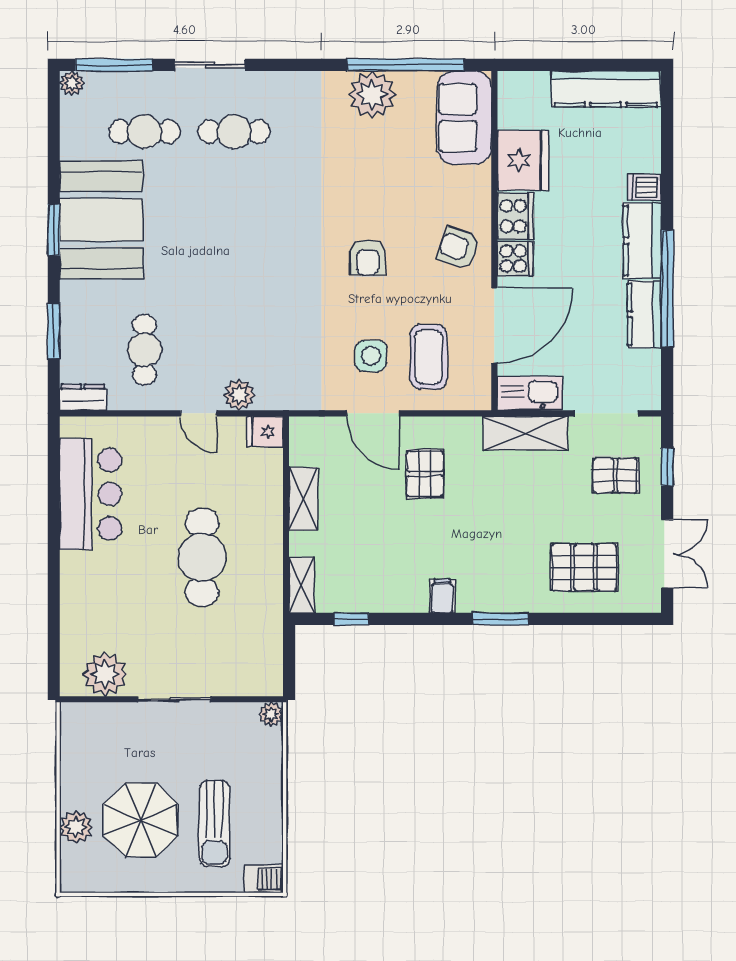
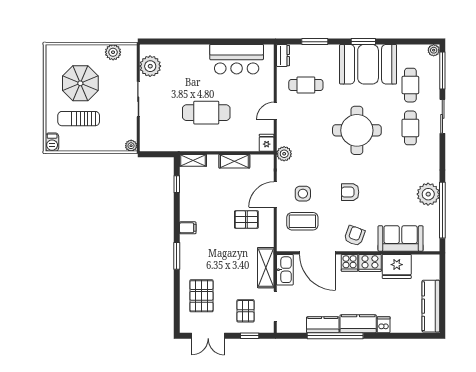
sofa: (464, 118) -> (401, 238), moved
round table: (239, 243) -> (357, 130), added
plant: (239, 395) -> (284, 154), moved
plant: (76, 827) -> (113, 52), moved

